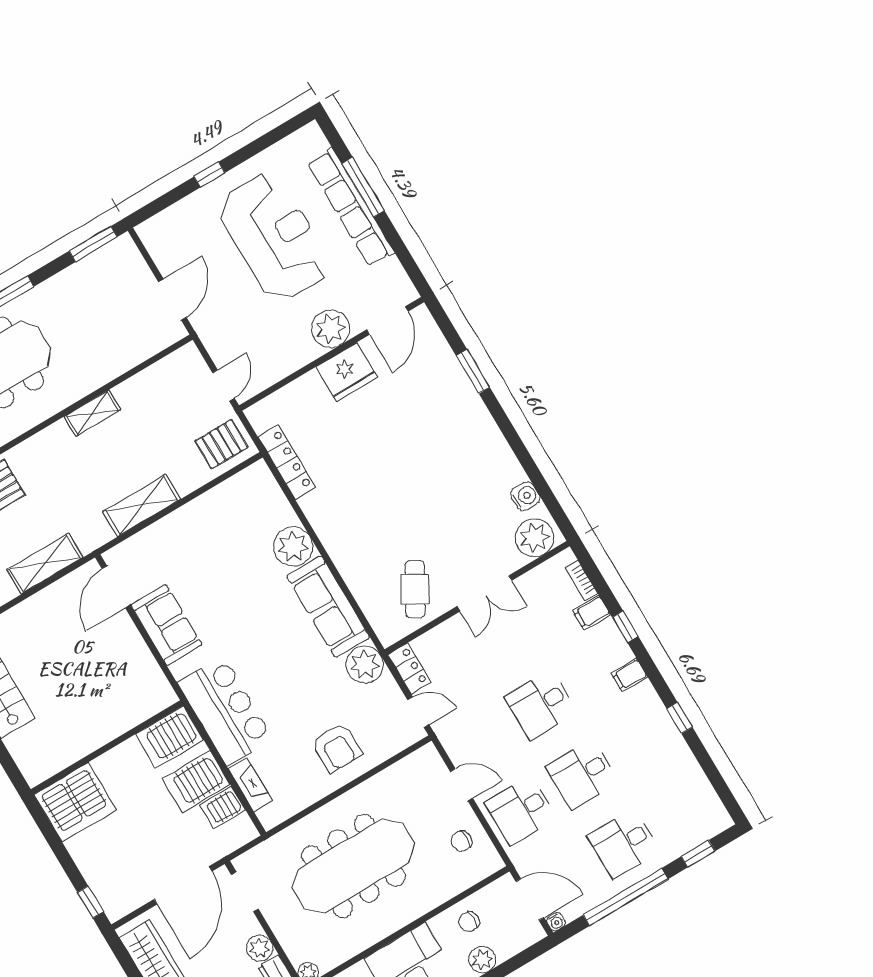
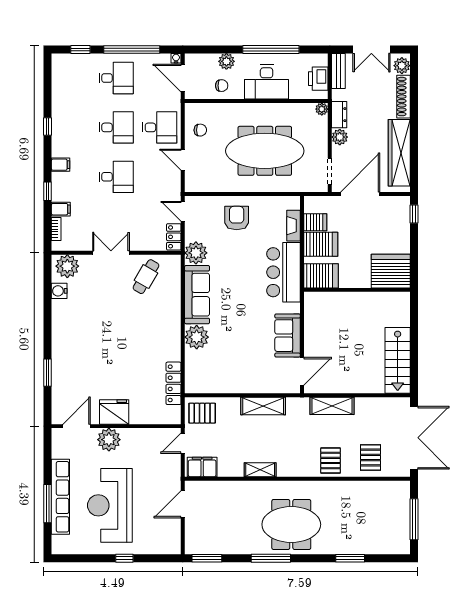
filing cabinet: (176, 368) -> (202, 467), added

